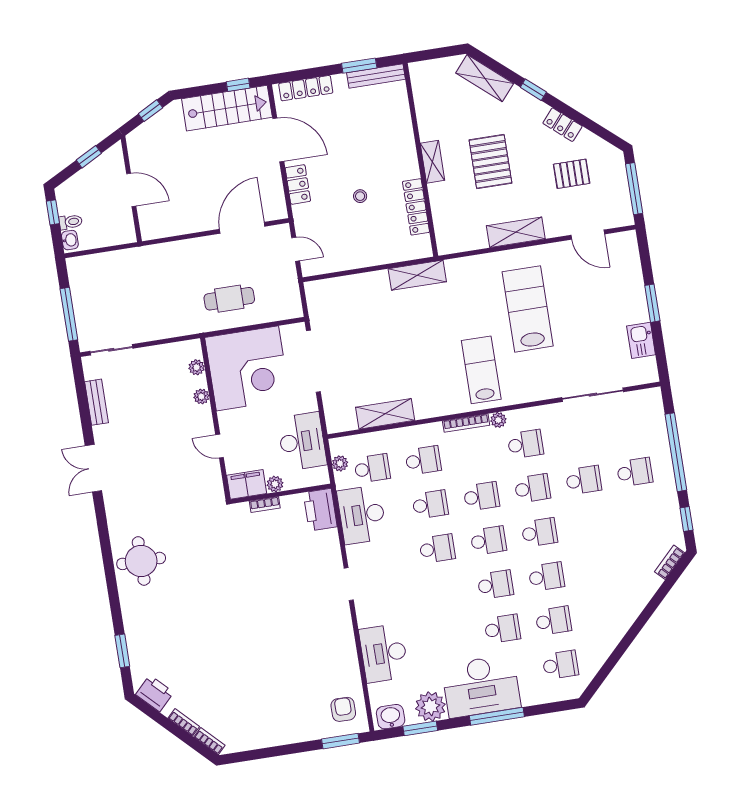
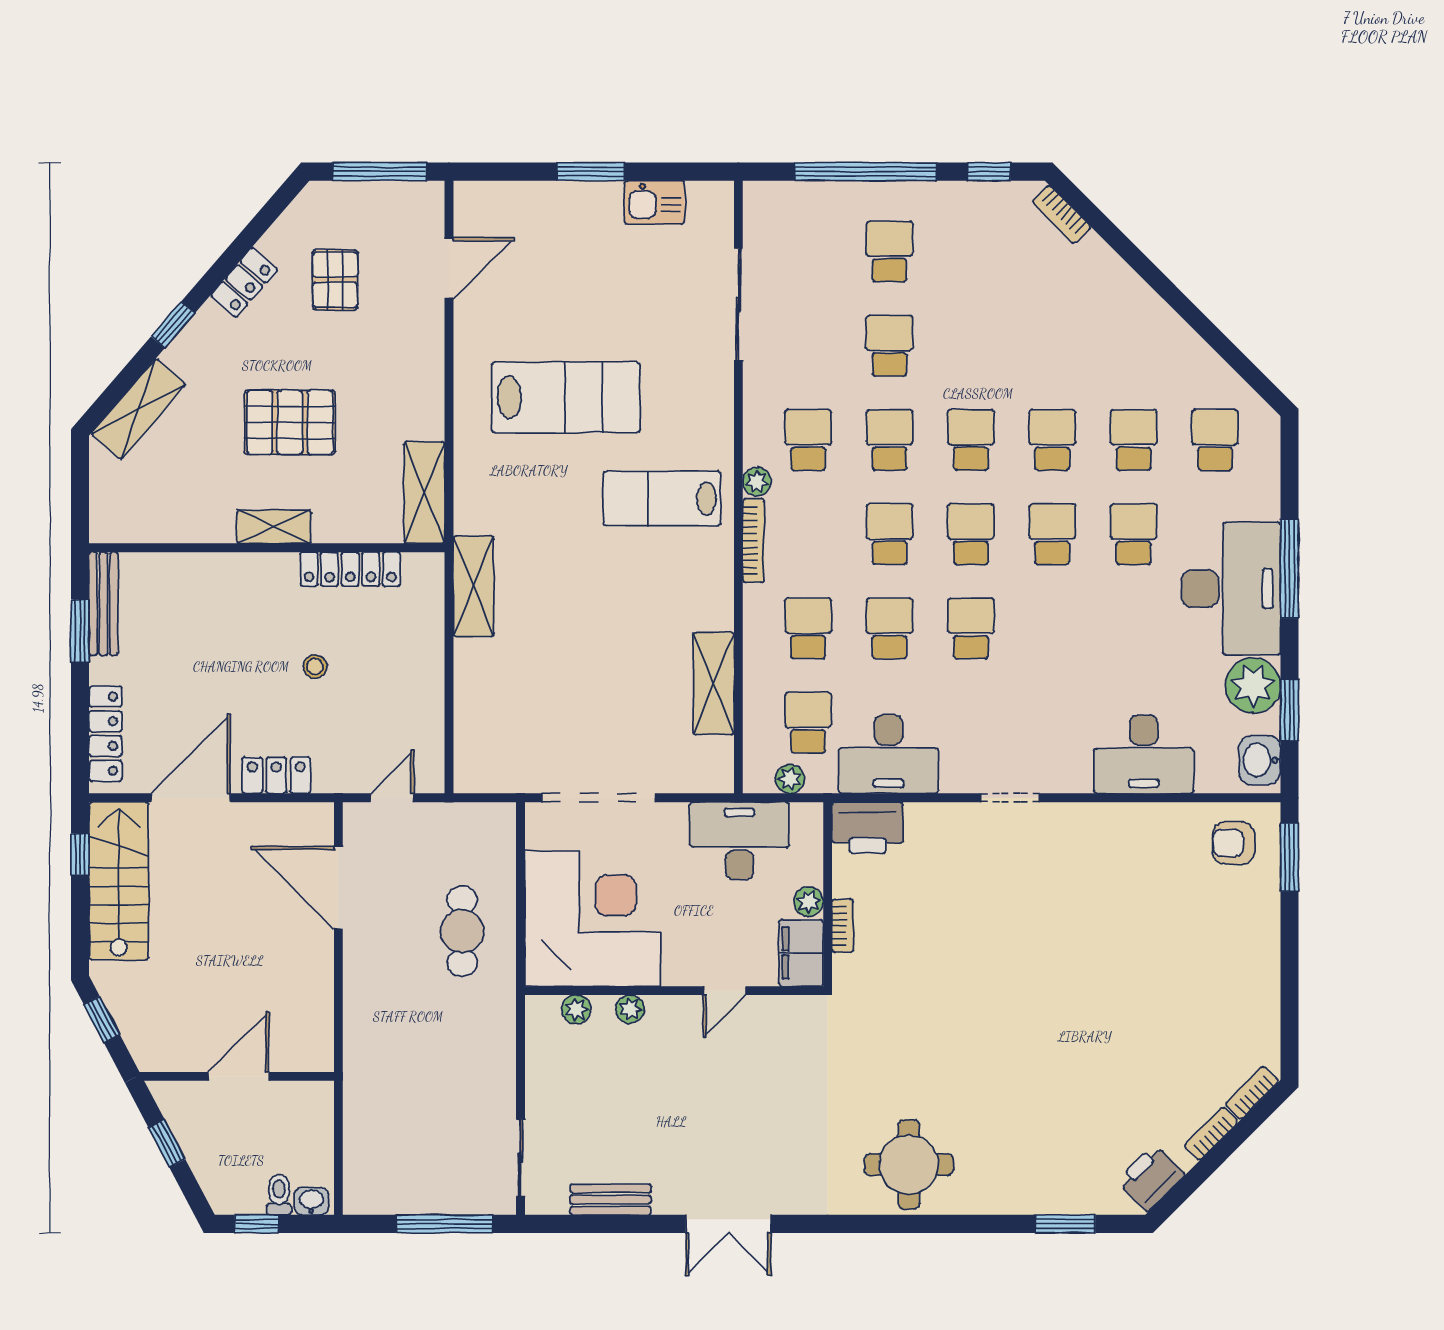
shelving: (516, 232) -> (424, 493), moved
lab bench: (528, 309) -> (566, 397), turned 180

